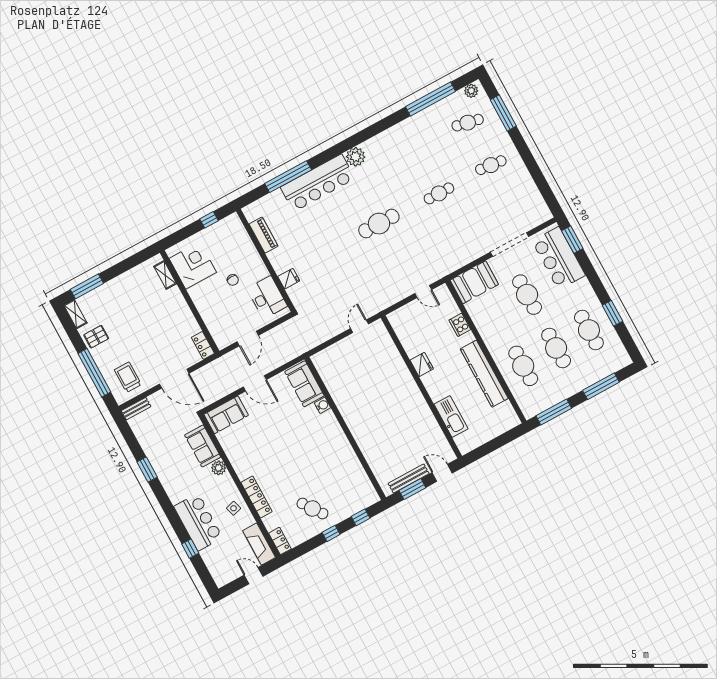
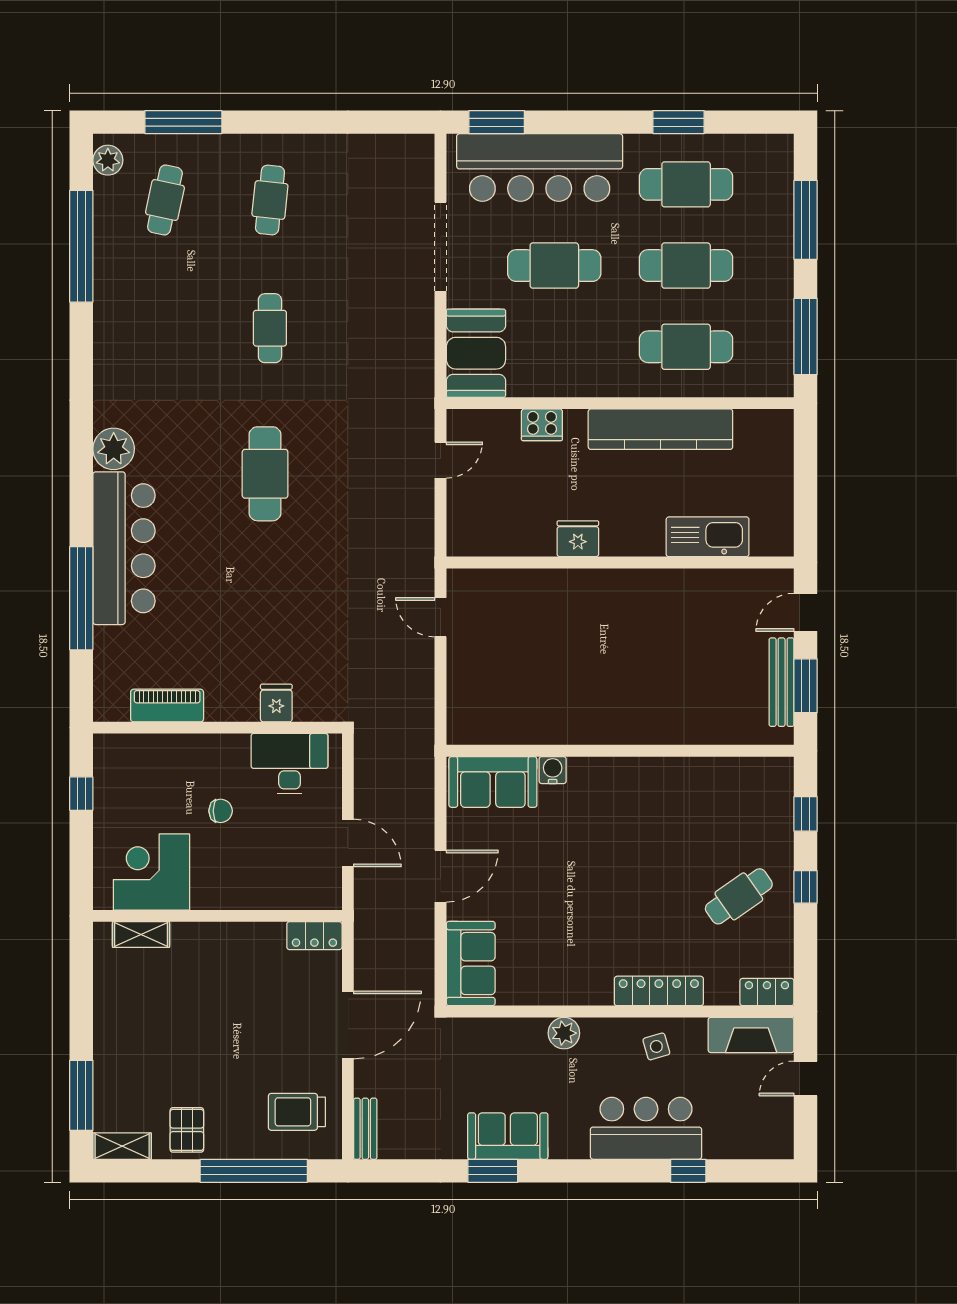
bar counter: (559, 258) -> (540, 168), width x1.36
sofa: (203, 446) -> (508, 1136), moved, turned 180

